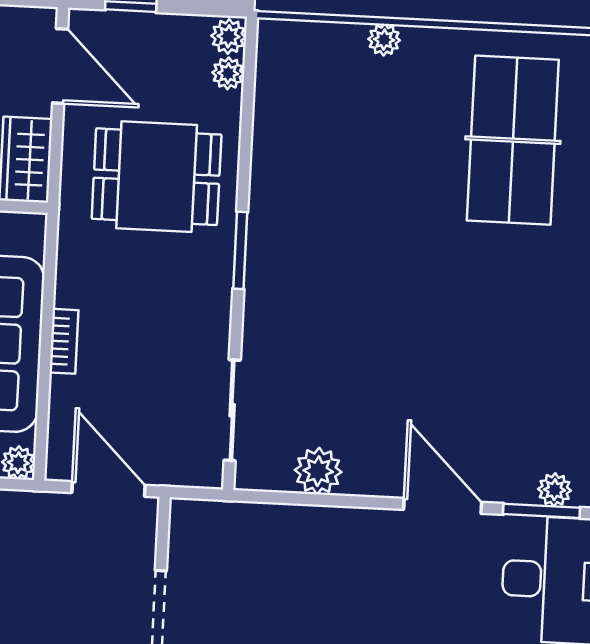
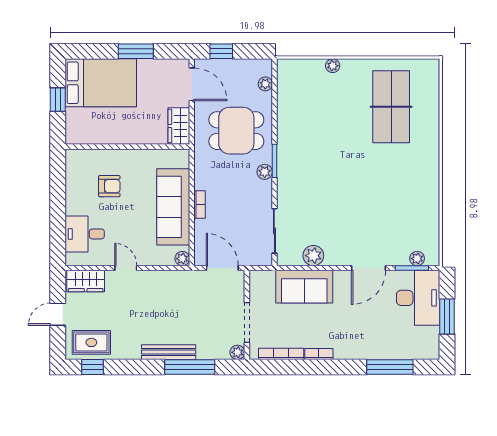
plant: (229, 36) -> (265, 172), moved
door: (443, 506) -> (368, 268), swing flipped
sofa: (294, 541) -> (304, 287), added

